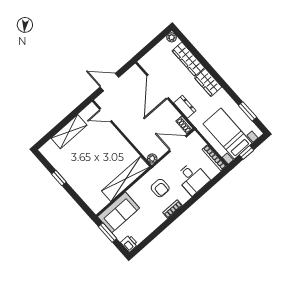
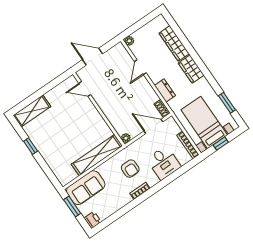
plant: (172, 37) -> (129, 41), moved
door: (158, 87) -> (140, 67), width x0.53
shelving: (69, 132) -> (32, 111), moved

